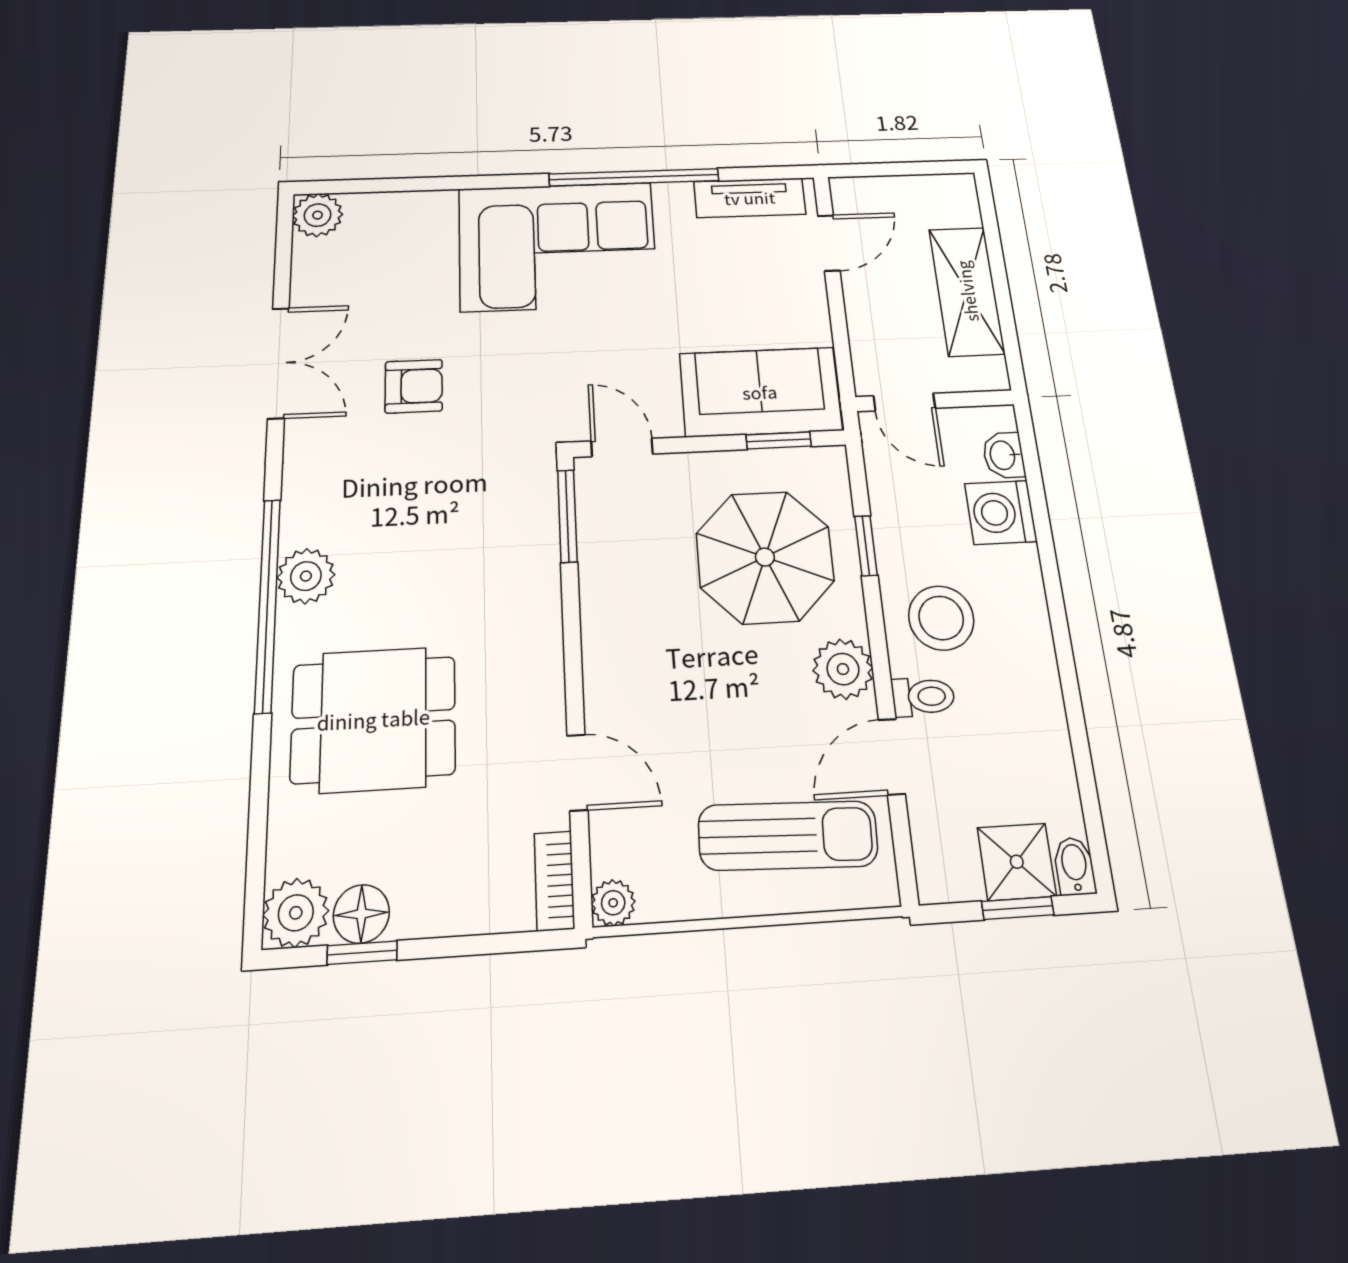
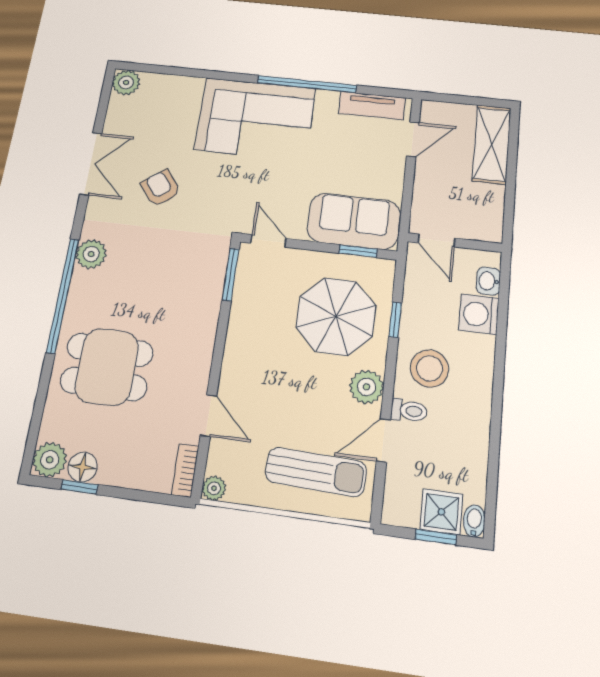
shelving: (967, 291) -> (492, 144), moved
armchair: (414, 386) -> (161, 188), turned -127
plant: (306, 576) -> (91, 254), moved

